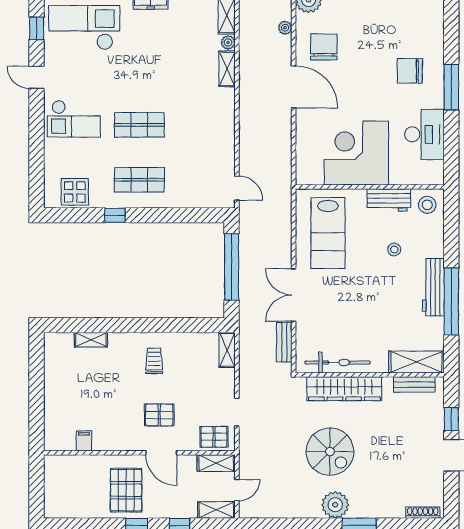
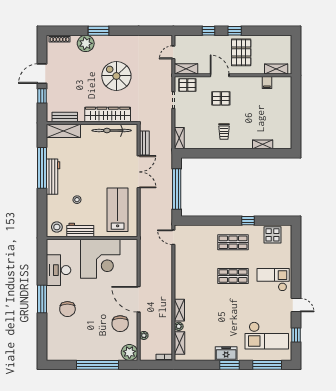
chair: (410, 71) -> (67, 309), turned 90
plant: (335, 505) -> (86, 43), moved
shelving: (216, 510) -> (276, 69), moved

